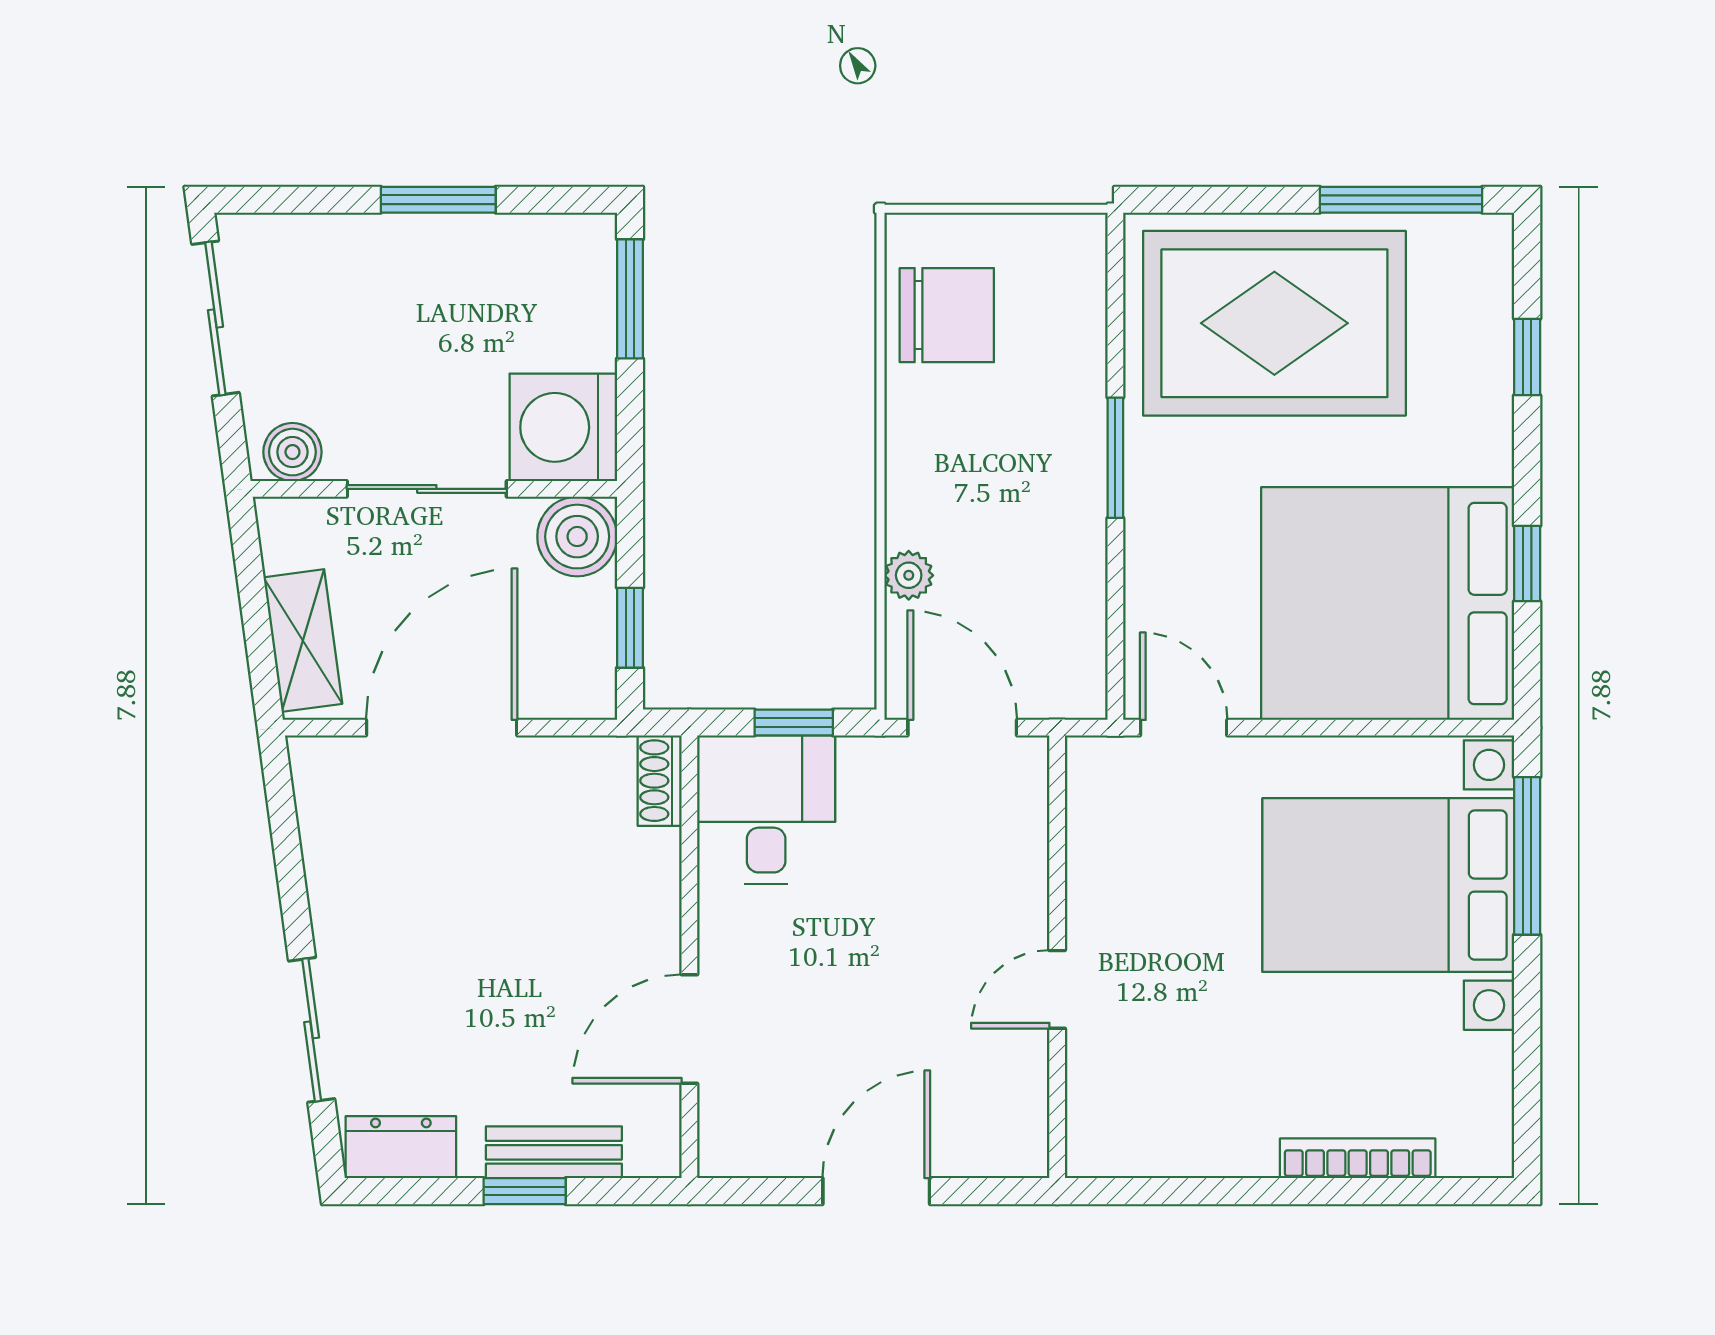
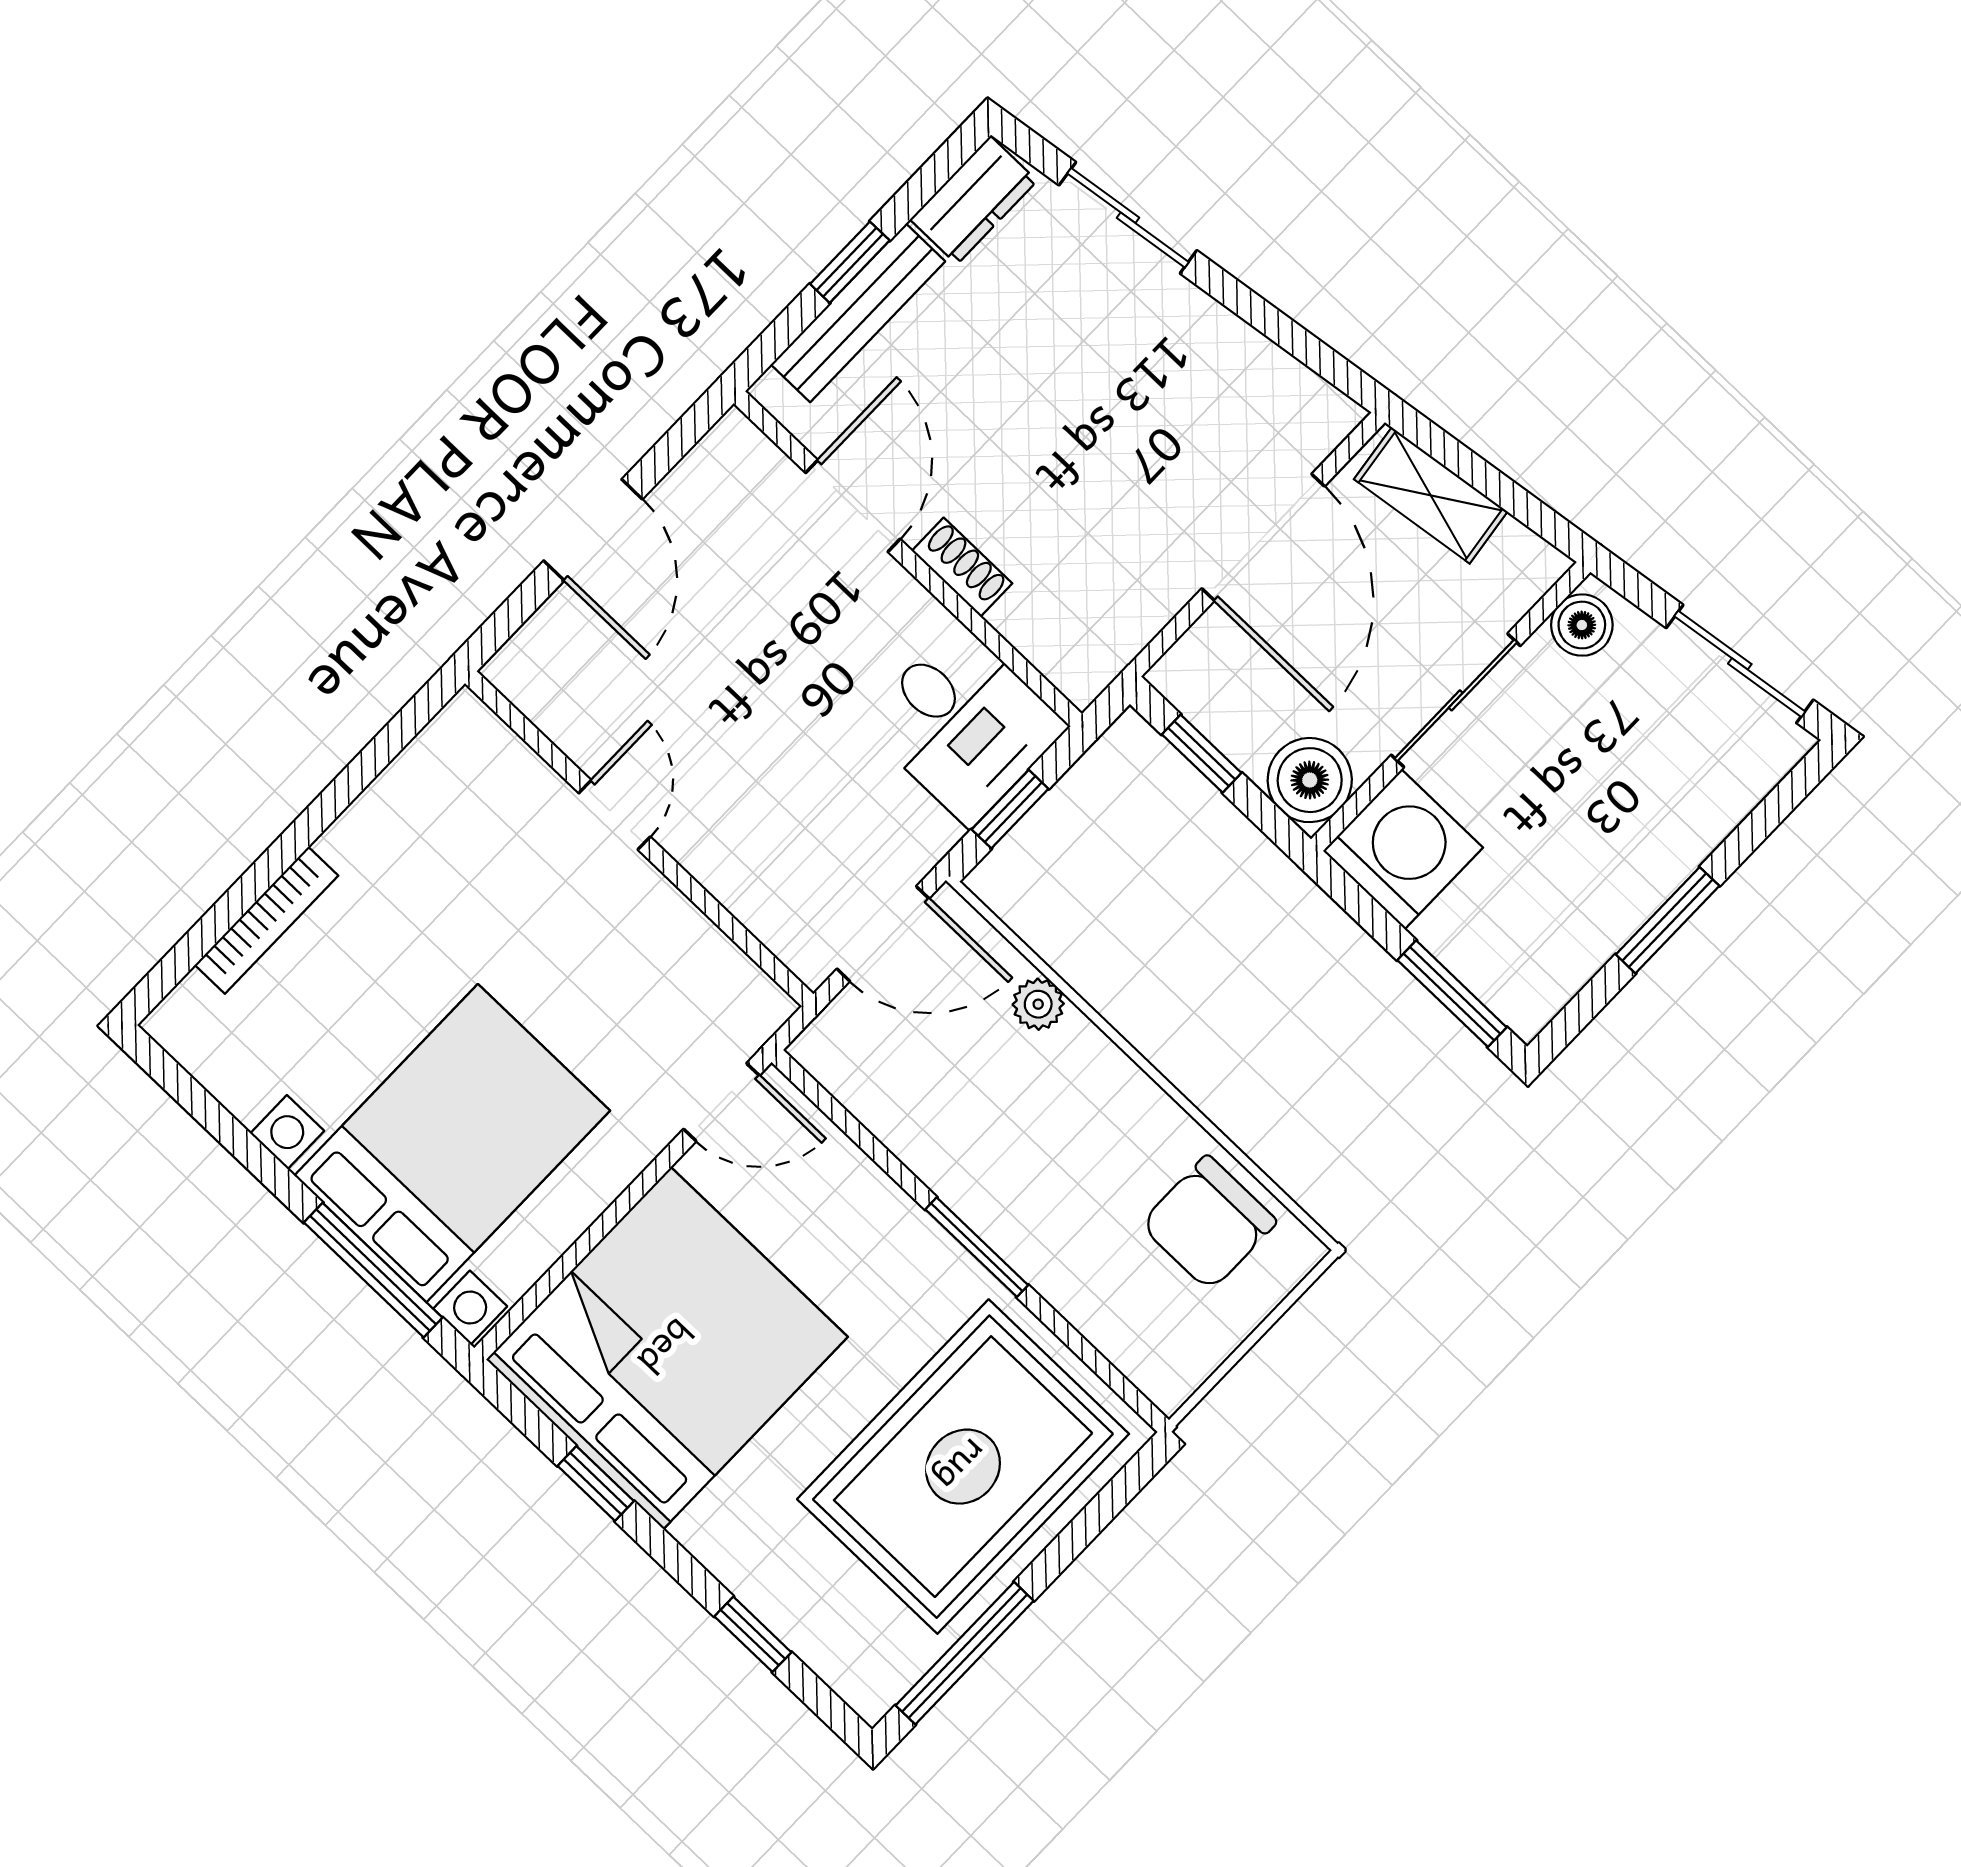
shoe rack: (660, 781) -> (962, 567), moved
bench: (554, 1152) -> (858, 313), width x1.36

